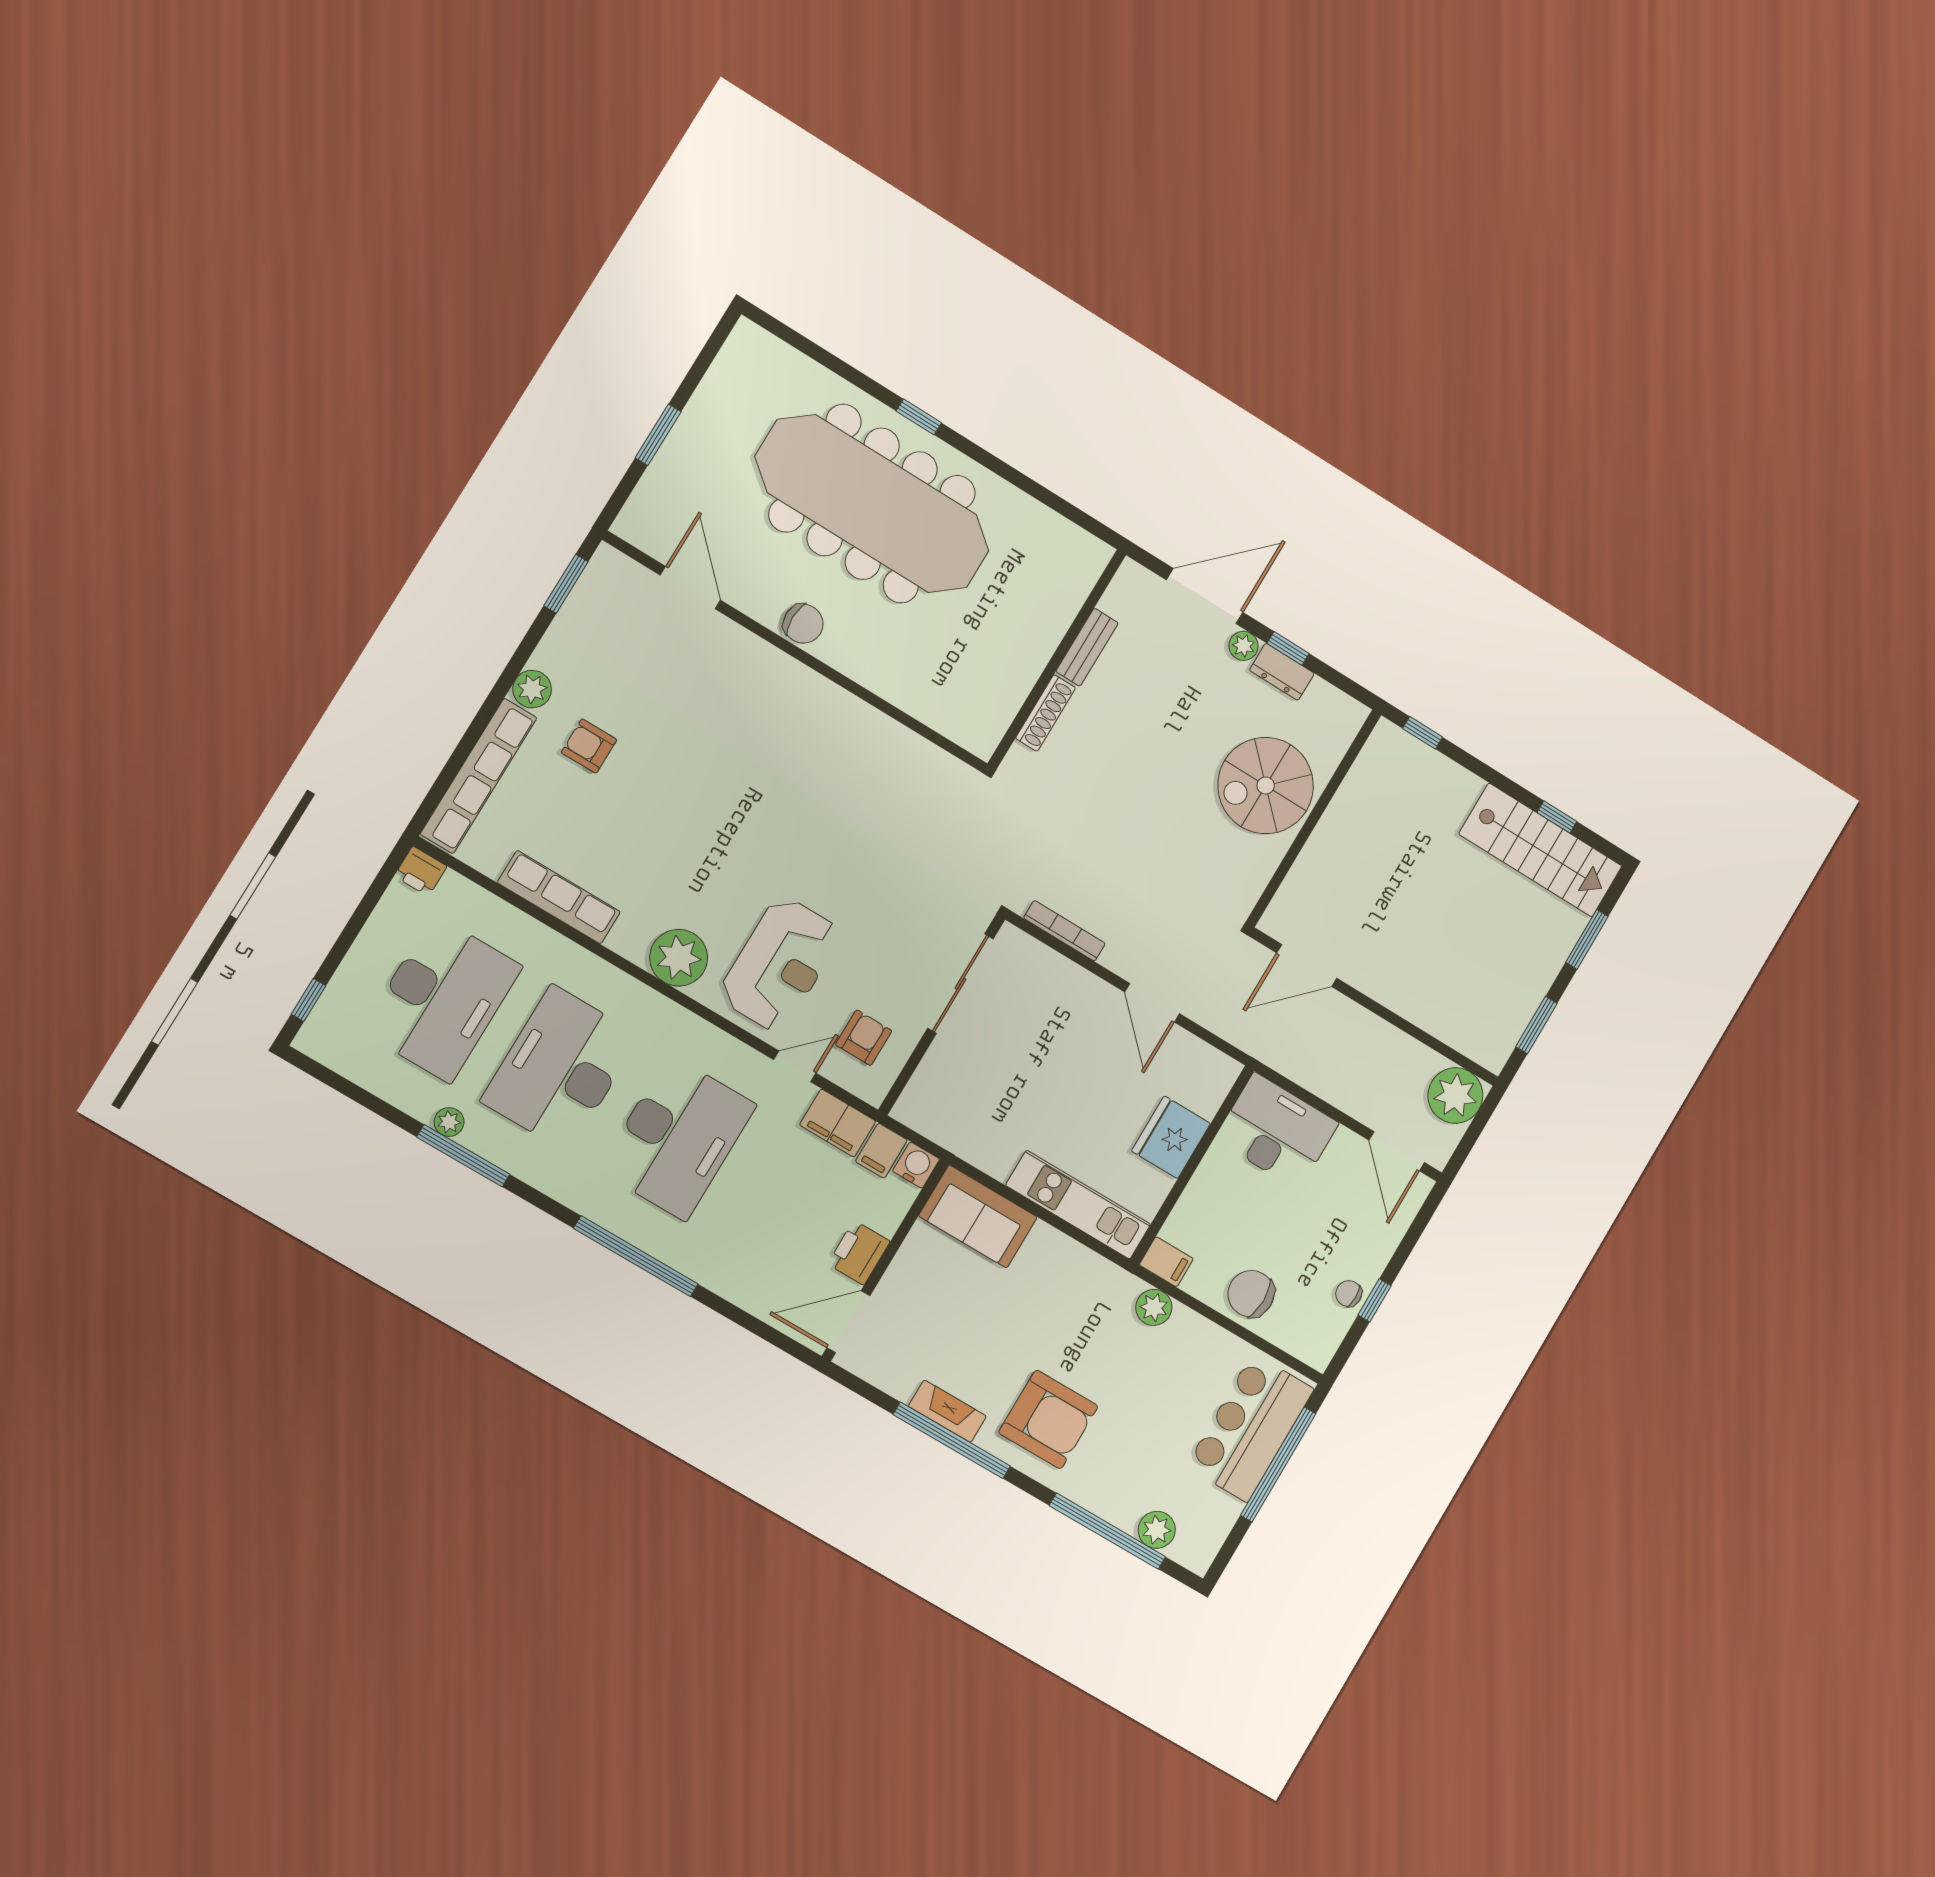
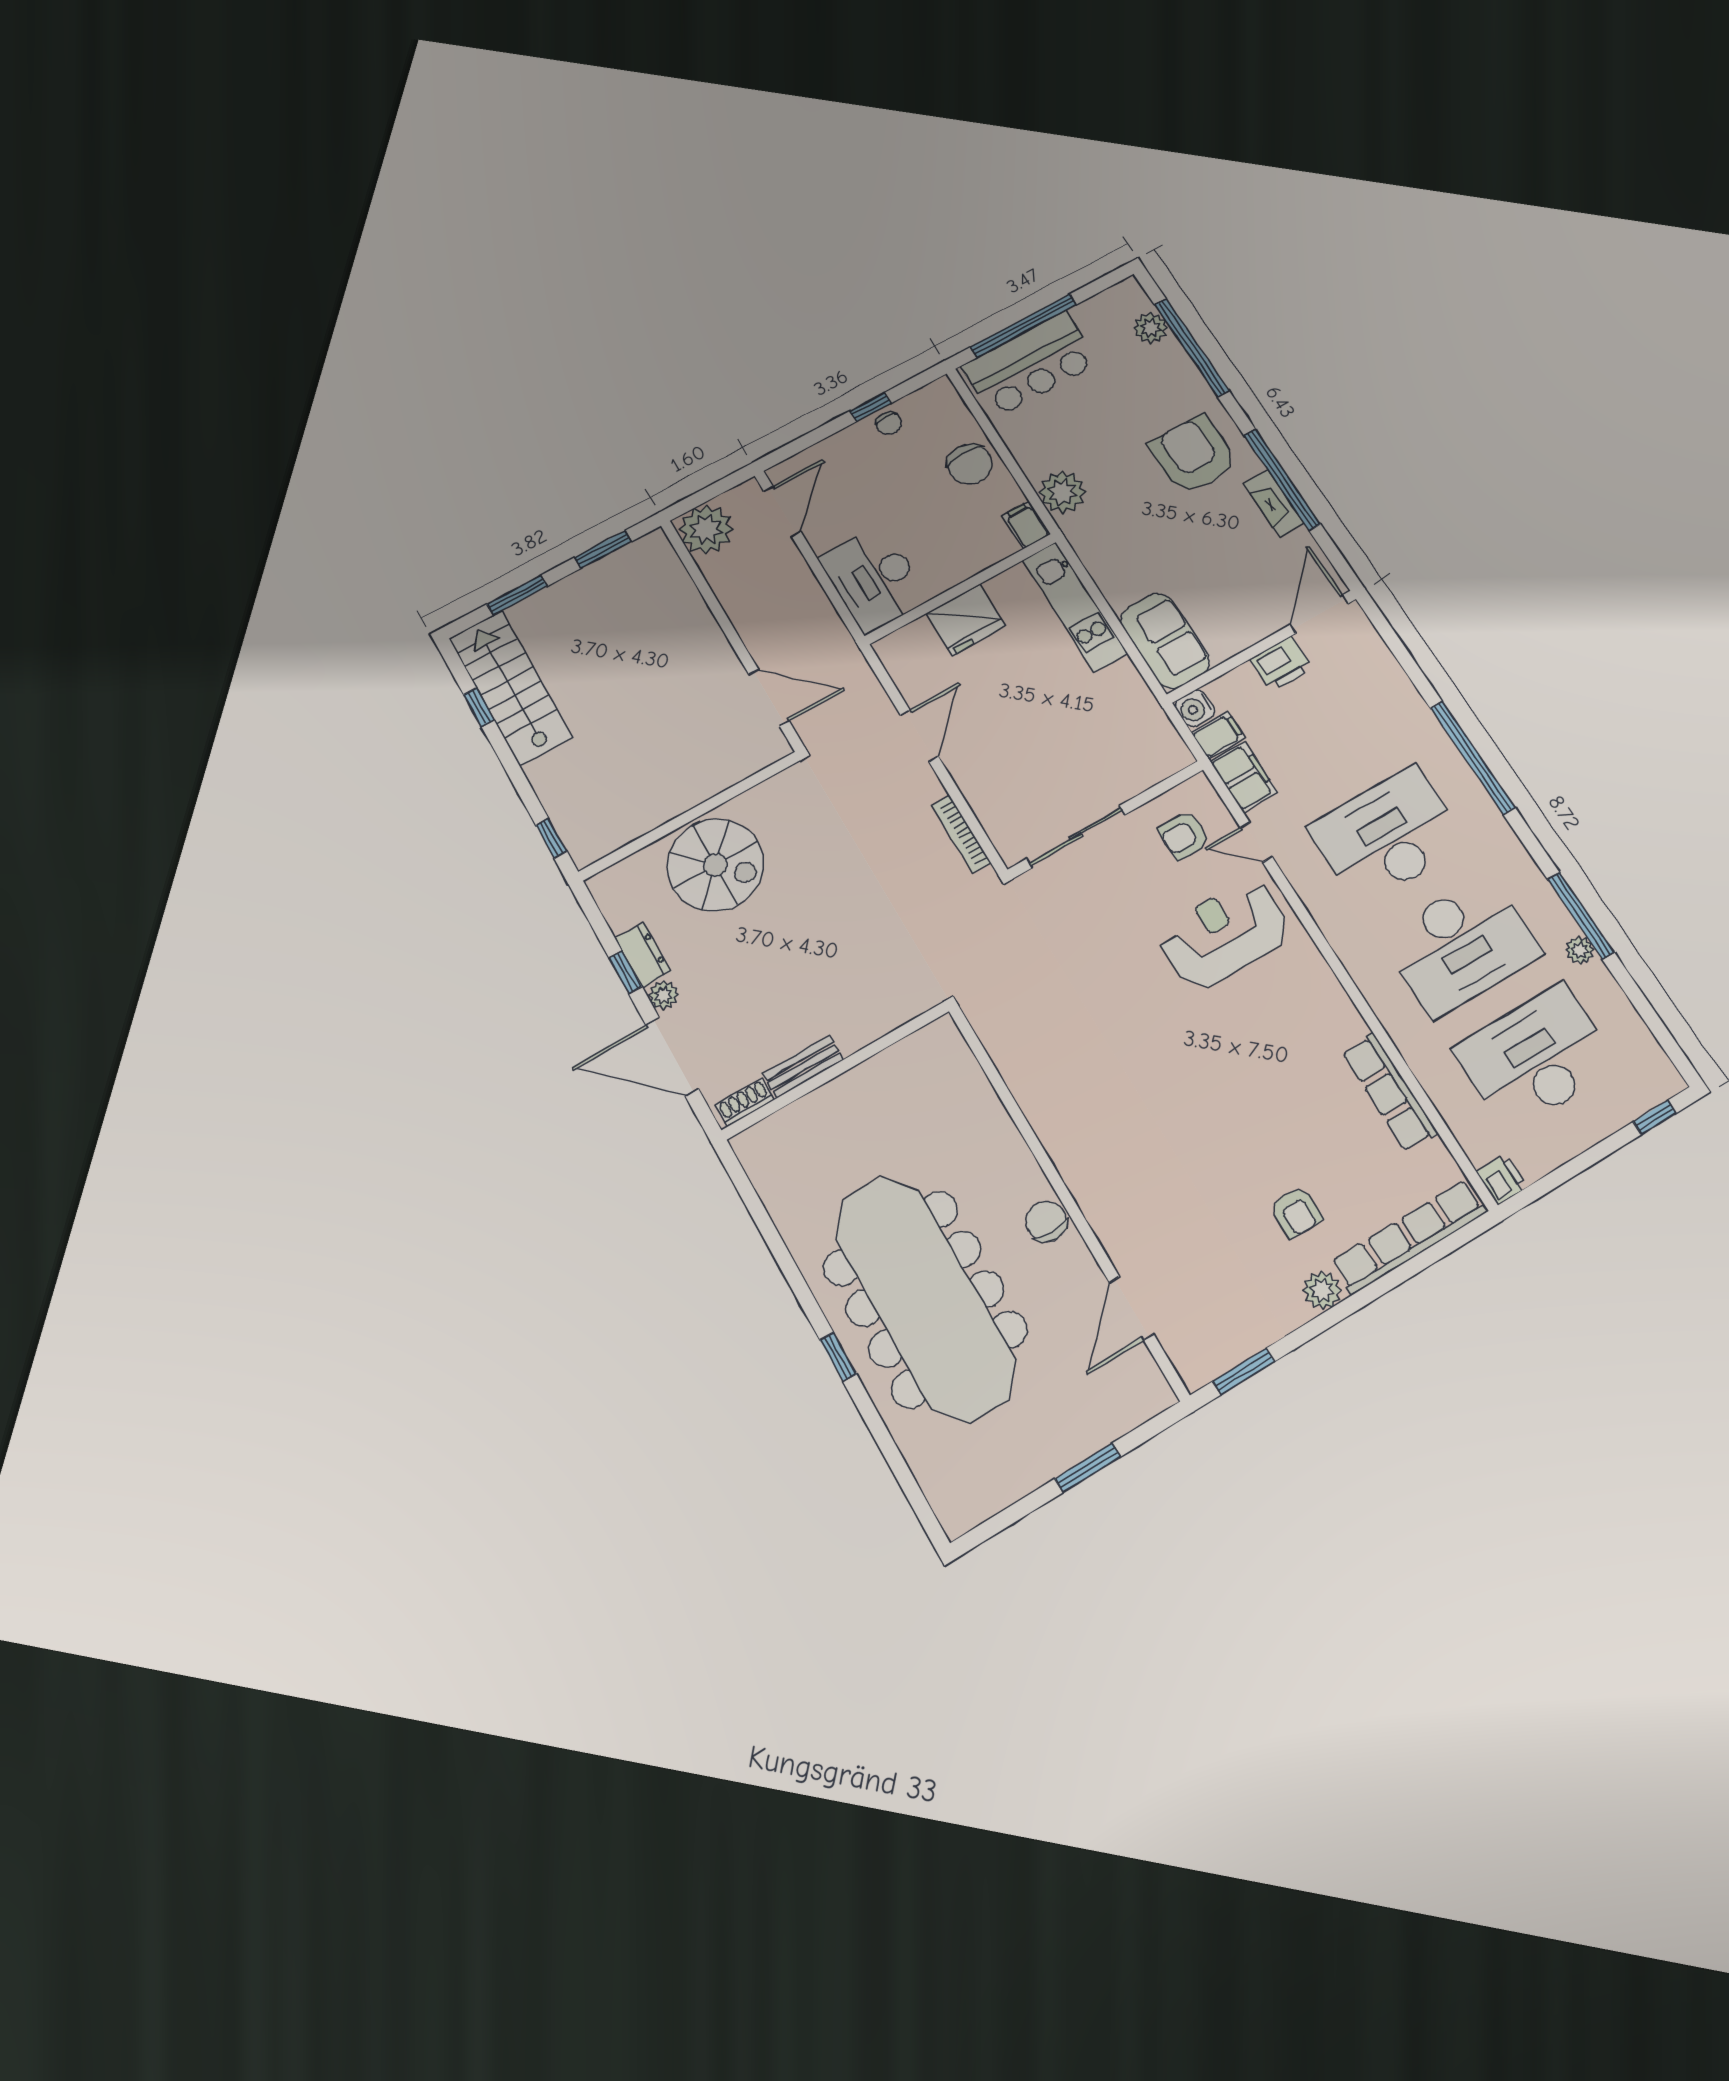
shoe rack: (1046, 713) -> (744, 1102), moved, width x0.70
plant: (679, 958) -> (1310, 985), removed
plant: (1154, 1307) -> (1062, 492), width x1.36, depth x1.36
door: (848, 1322) -> (1319, 614), swing flipped

